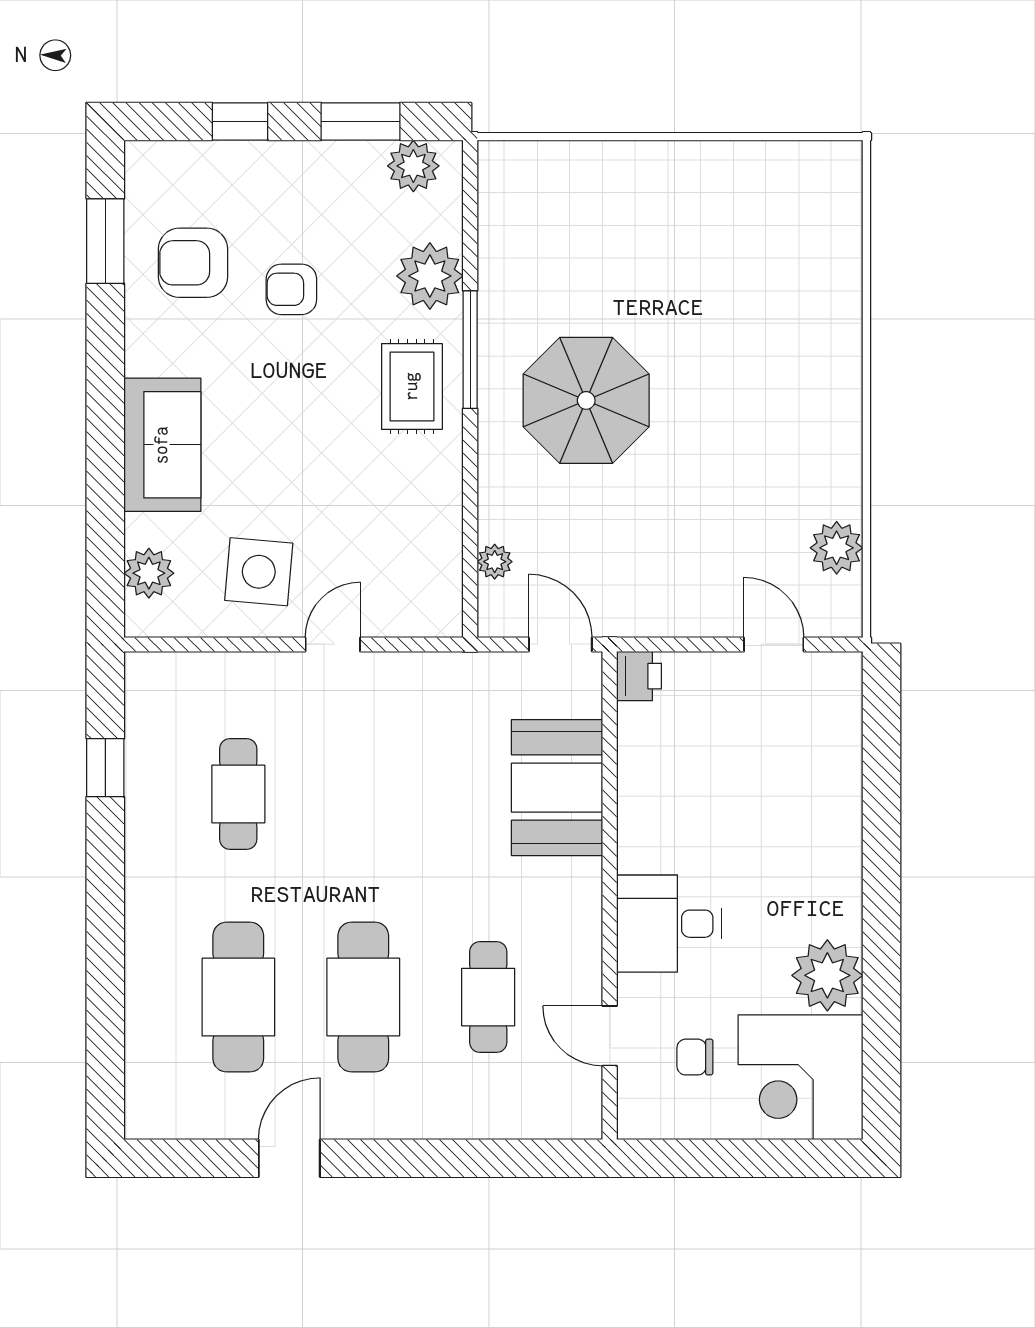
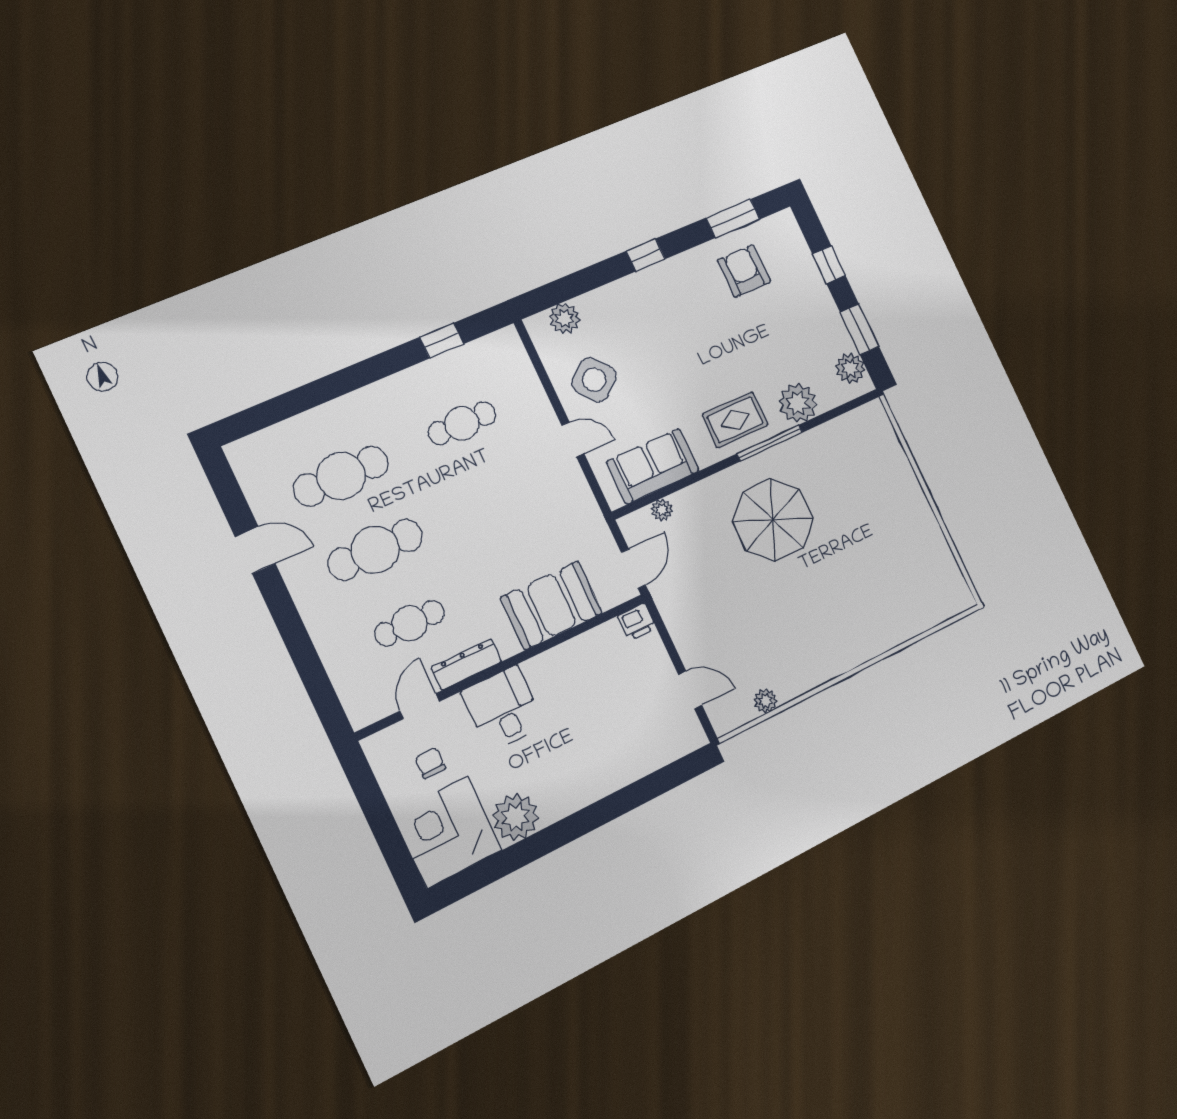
armchair: (291, 289) -> (755, 331), removed
window: (105, 405) -> (646, 255), added
sofa: (162, 445) -> (653, 466), moved, turned 180
plant: (837, 548) -> (766, 701), width x0.73, depth x0.73
side table: (259, 572) -> (594, 380), turned 45
door: (774, 644) -> (690, 690), hinge flipped
dresser: (583, 946) -> (466, 664), added

